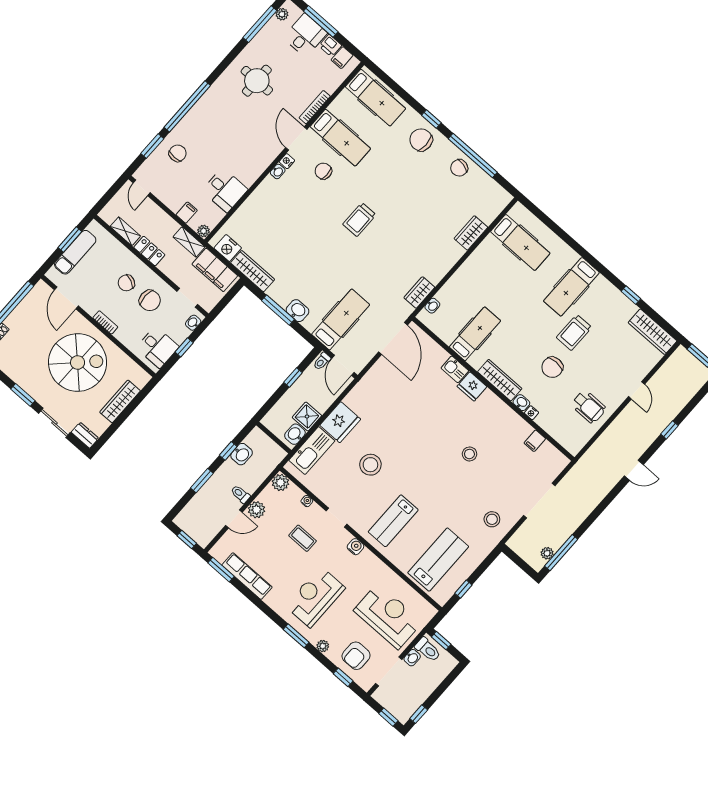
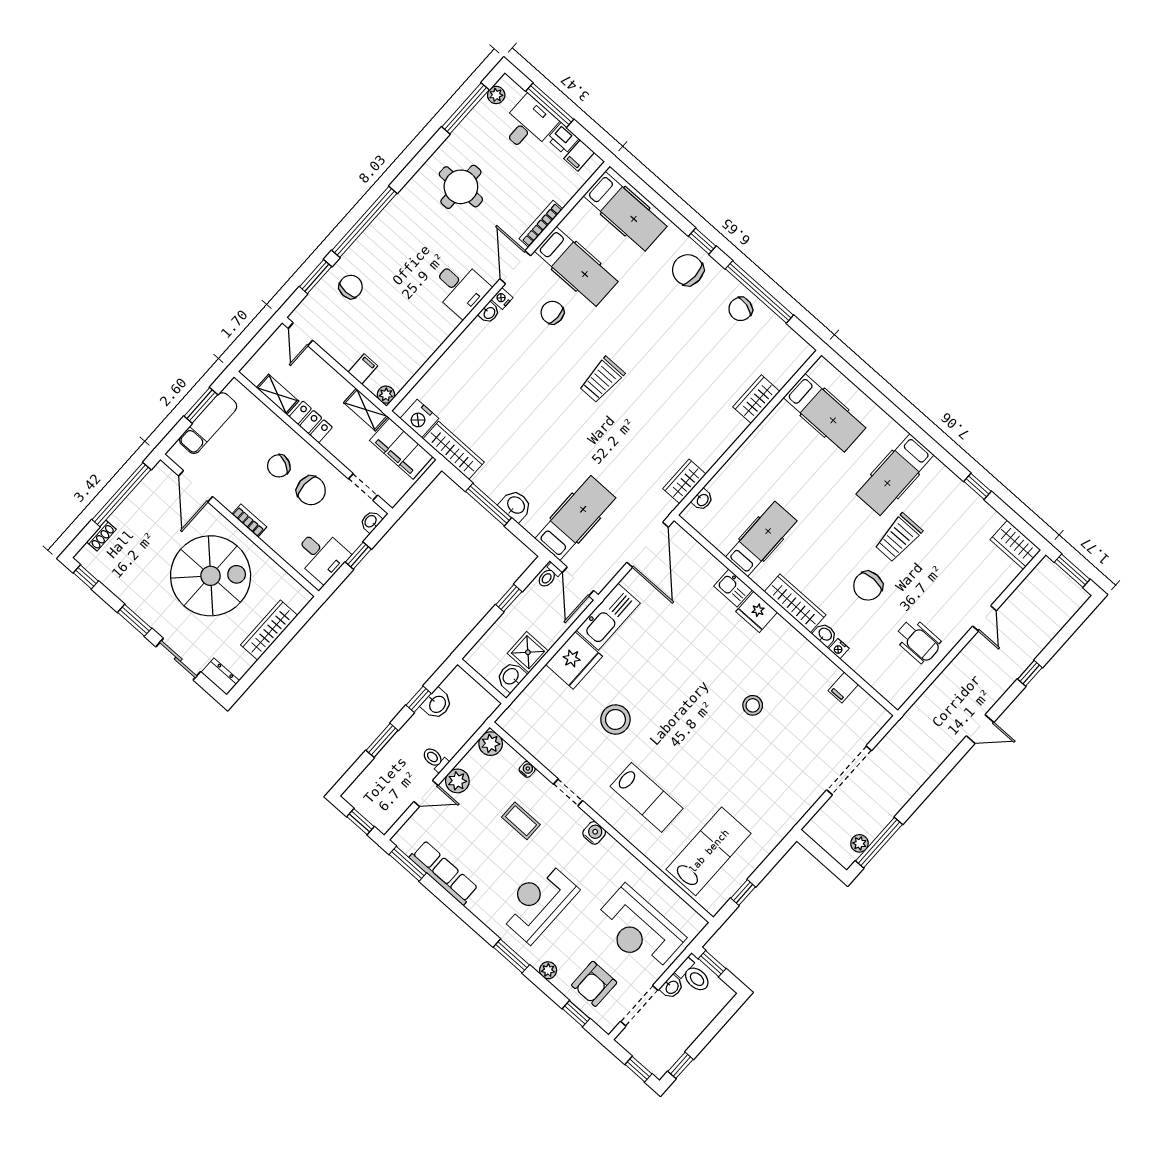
desk: (225, 190) -> (460, 288), moved
wardrobe: (653, 332) -> (1015, 545), width x0.67
kitchen sink: (312, 451) -> (608, 617), moved
stool: (492, 519) -> (783, 796), removed
lab bench: (393, 521) -> (647, 797), turned -90
reception desk: (388, 616) -> (639, 929), turned 180

